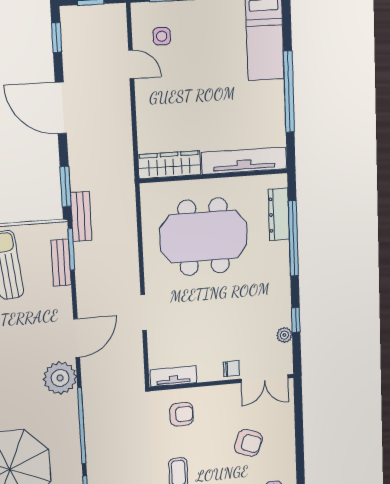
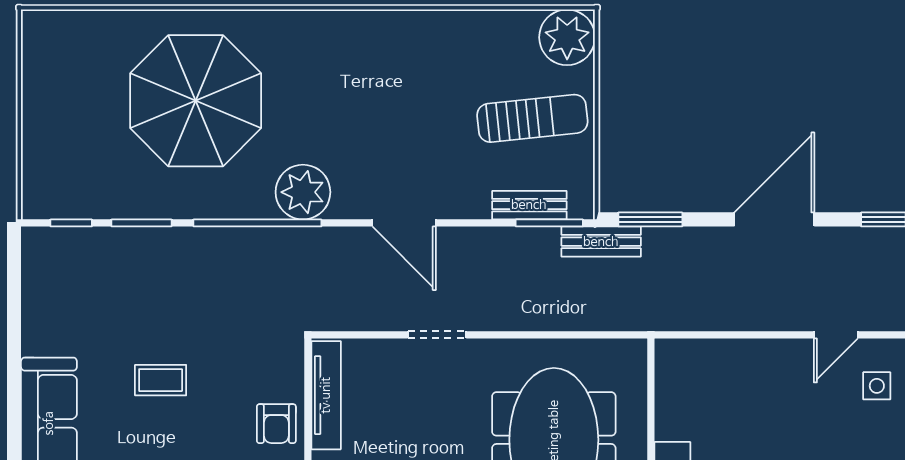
wardrobe: (169, 165) -> (674, 389), removed
tv unit: (173, 376) -> (326, 395), width x1.41
plant: (60, 378) -> (303, 192), moved
armchair: (181, 414) -> (276, 424), moved

